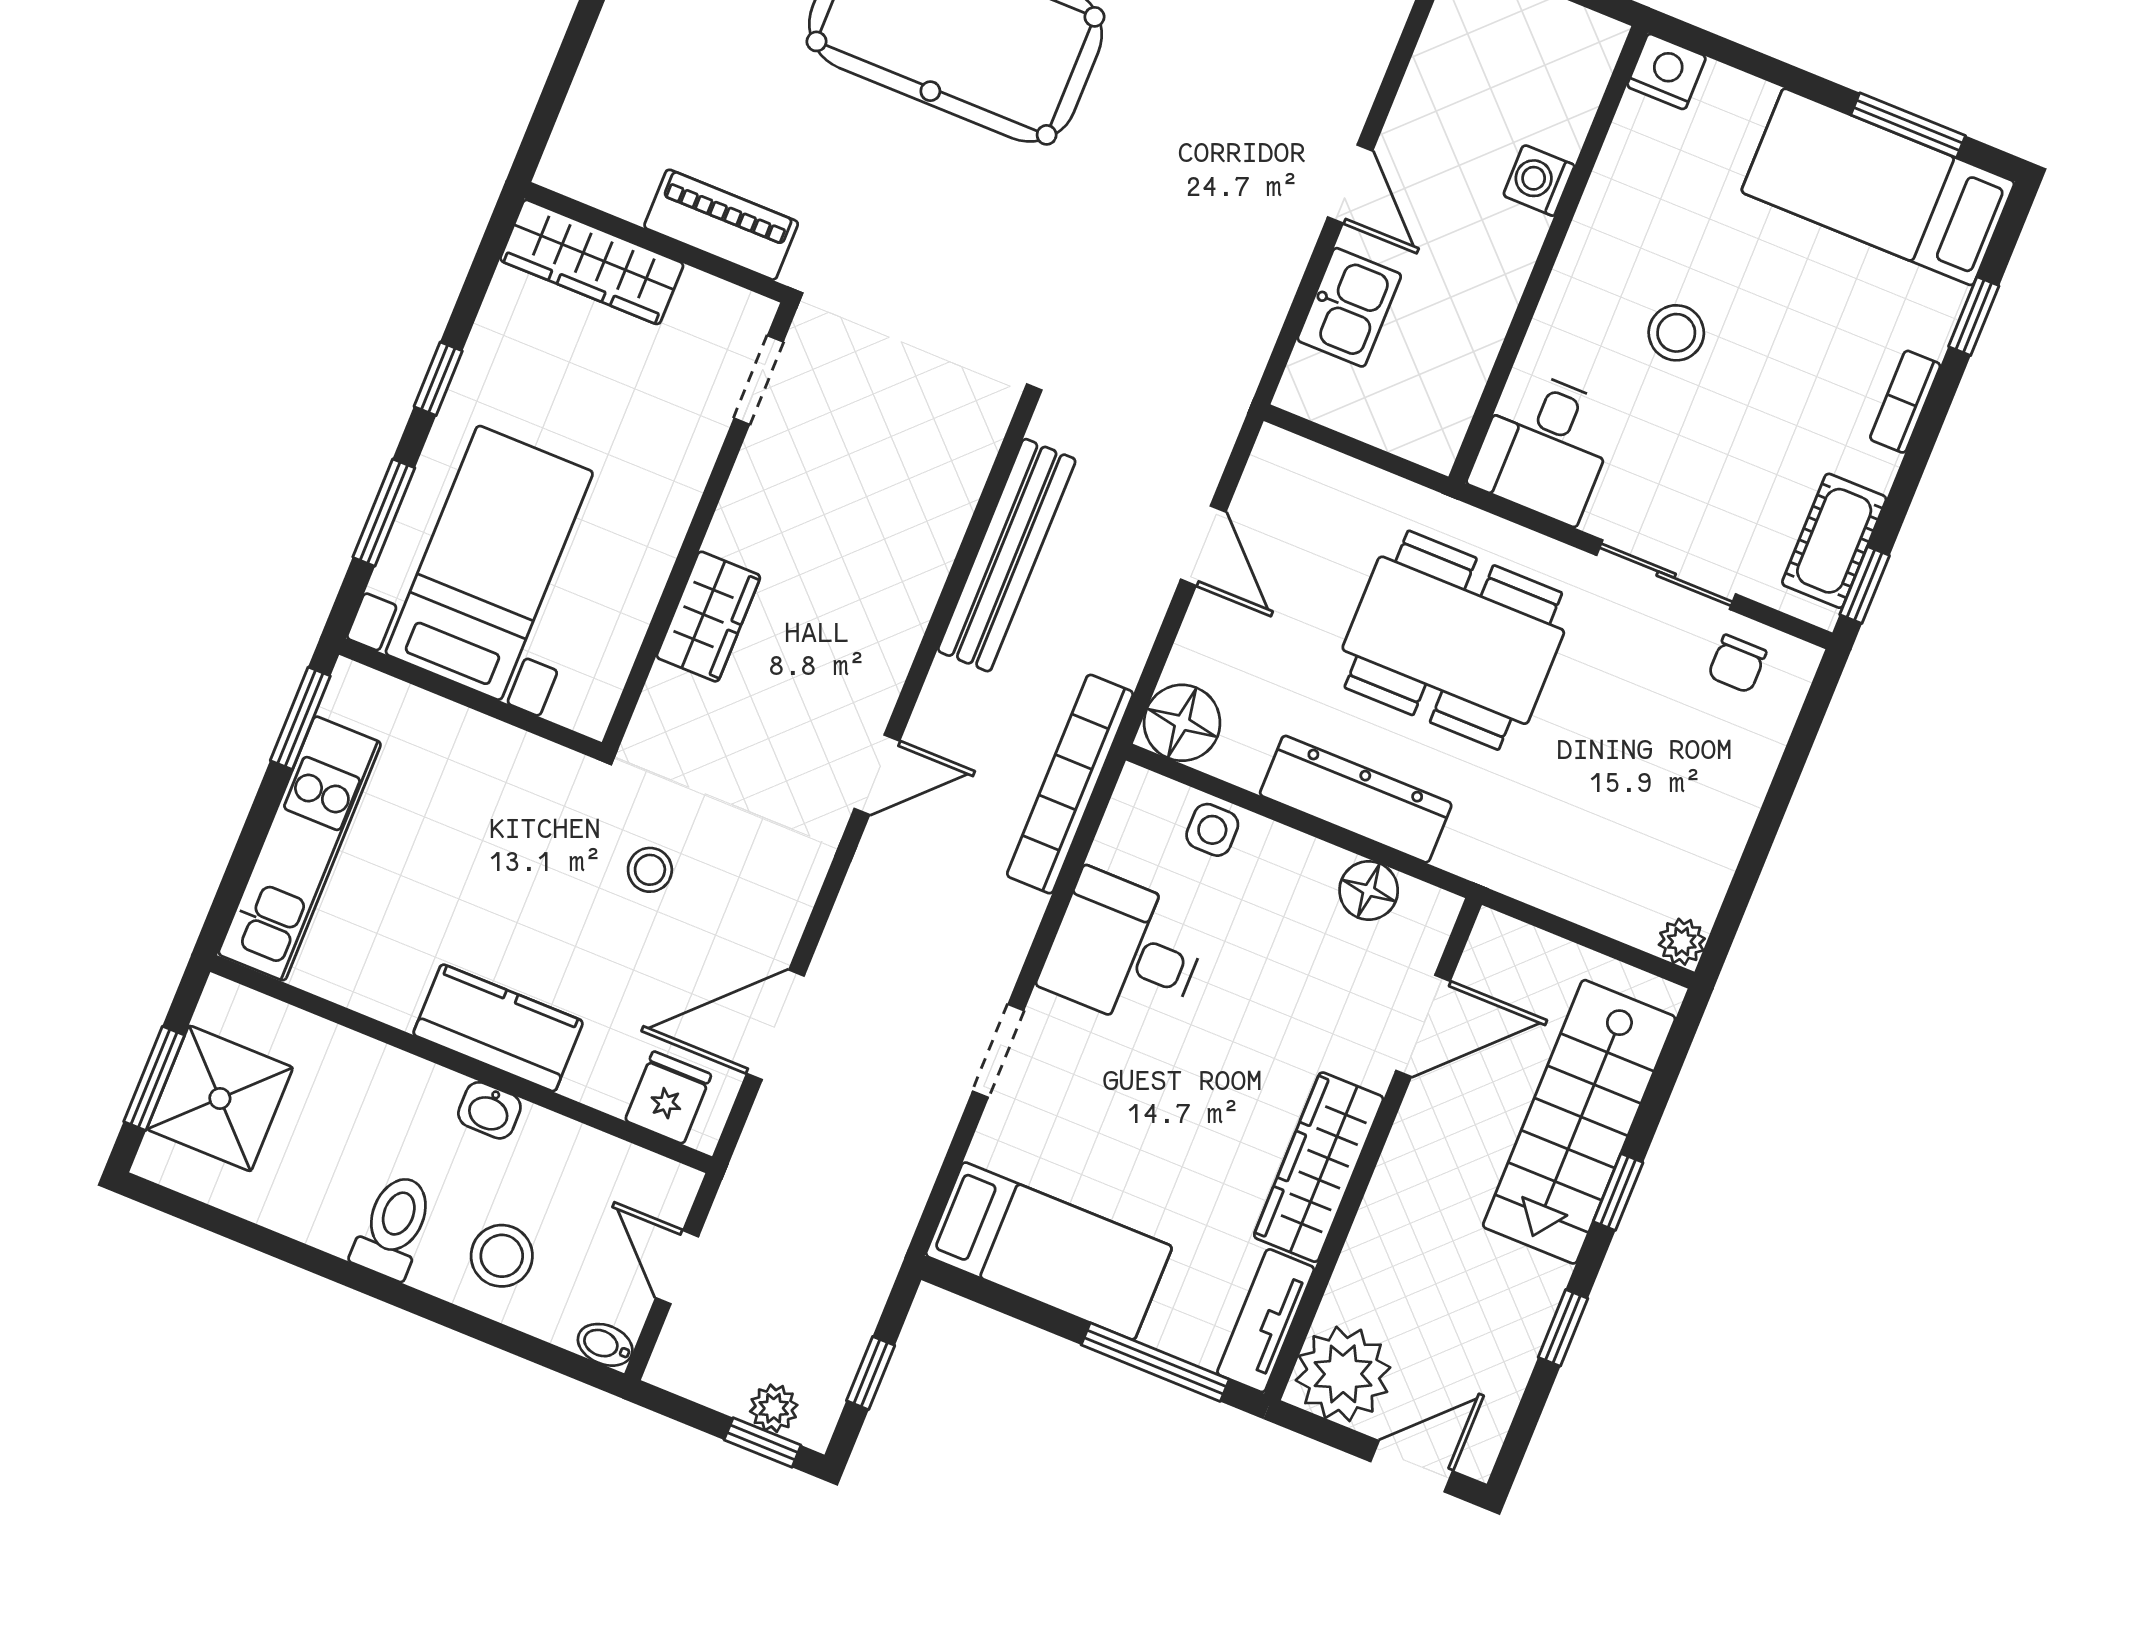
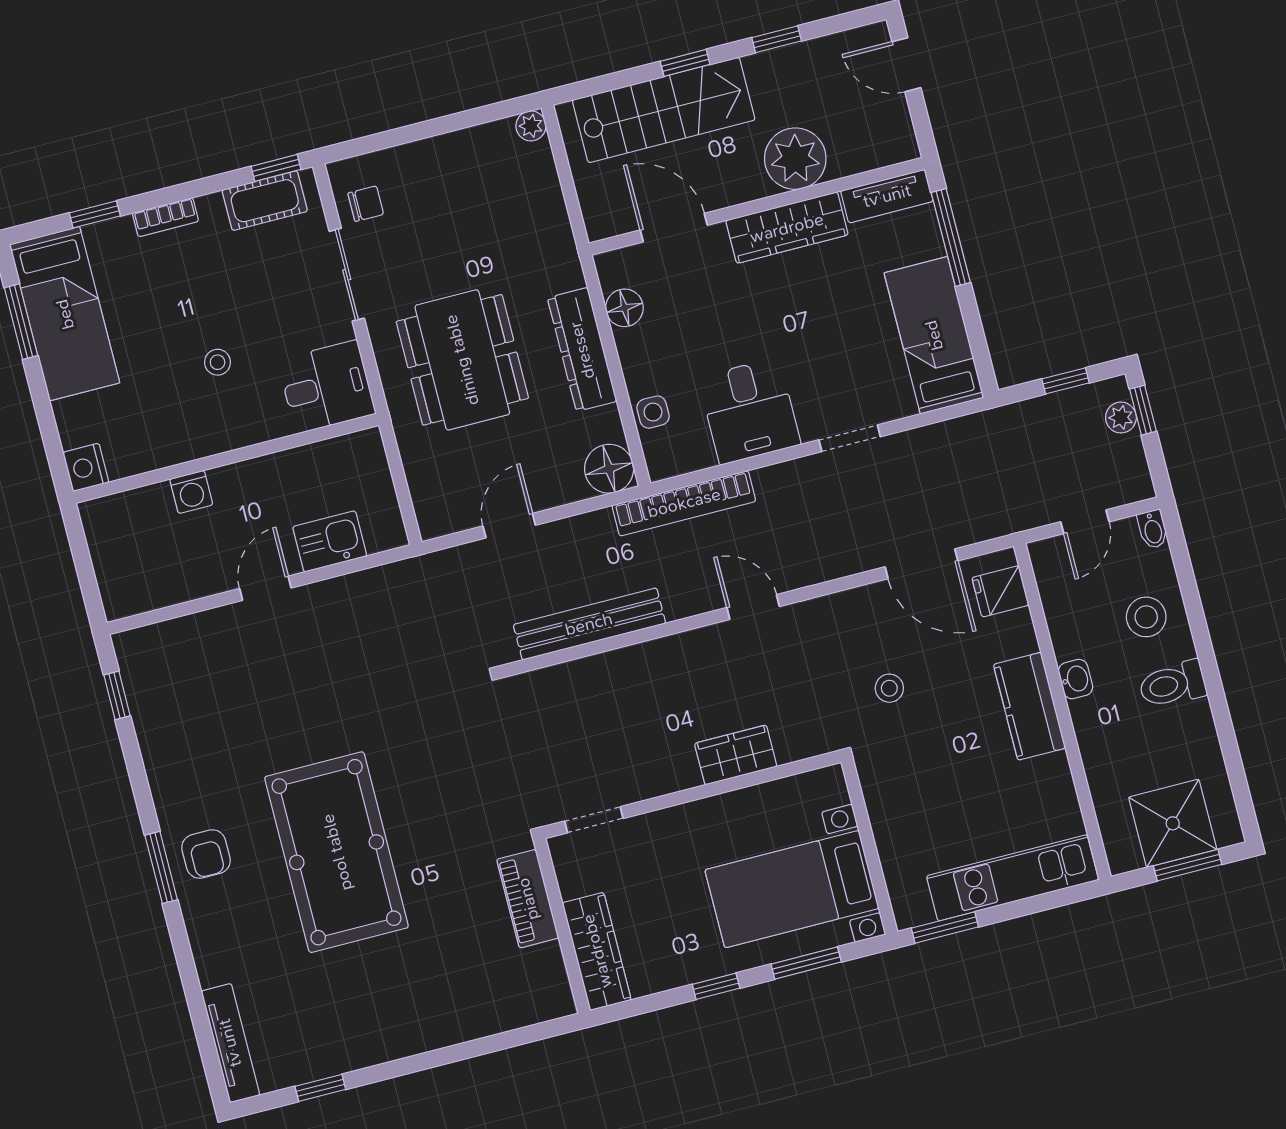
stool: (1676, 333) -> (218, 362), width x0.73, depth x0.73
plant: (1343, 1374) -> (795, 159), moved

